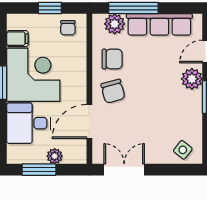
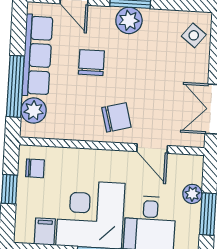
chair: (112, 59) -> (91, 63), moved
plant: (192, 79) -> (129, 20), moved
door: (89, 122) -> (152, 149), width x0.73

